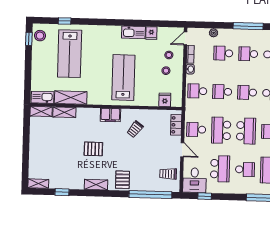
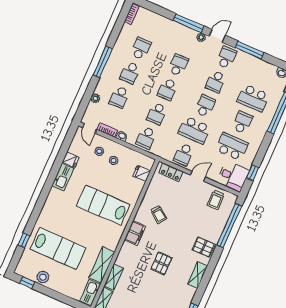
stool: (40, 36) -> (43, 277), moved
school desk: (246, 131) -> (205, 106), width x0.54

